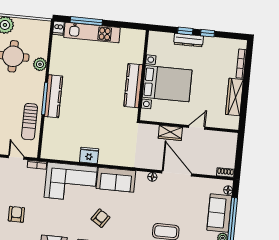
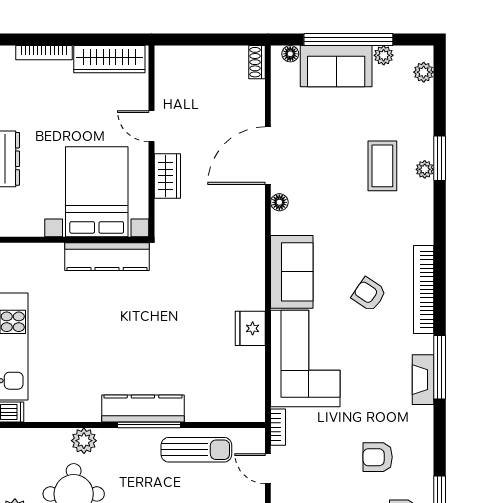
wall: (189, 127) -> (152, 141), moved
door: (197, 127) -> (152, 126), moved
wardrobe: (170, 133) -> (167, 176), moved
door: (16, 157) -> (268, 469), hinge flipped

